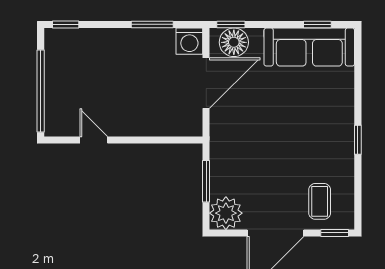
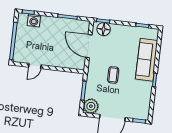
washing machine: (189, 41) -> (34, 20), moved
sofa: (309, 47) -> (147, 60), moved, turned 90
door: (206, 83) -> (89, 46), swing flipped
door: (94, 140) -> (35, 66), swing flipped
coffee table: (320, 201) -> (113, 75), moved

